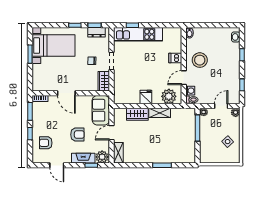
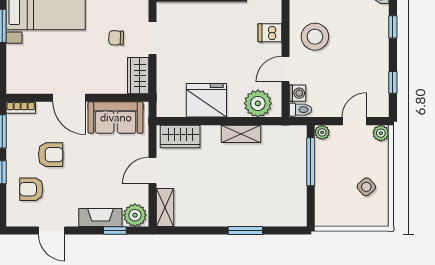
fridge: (146, 97) -> (206, 100), width x1.88, depth x1.34
sofa: (101, 110) -> (116, 117), moved, turned -90
wardrobe: (137, 114) -> (180, 136), moved
armchair: (77, 135) -> (51, 155), moved

